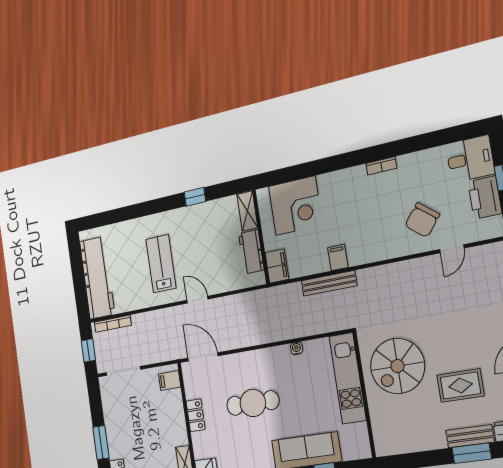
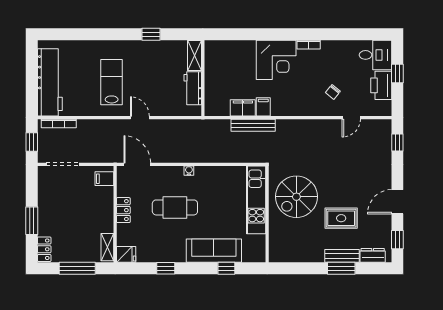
corner desk: (295, 206) -> (276, 60), moved
chair: (422, 220) -> (333, 92), width x0.54, depth x0.54
filing cabinet: (277, 266) -> (243, 108), moved, turned -90
water cooler: (297, 348) -> (189, 171), moved

